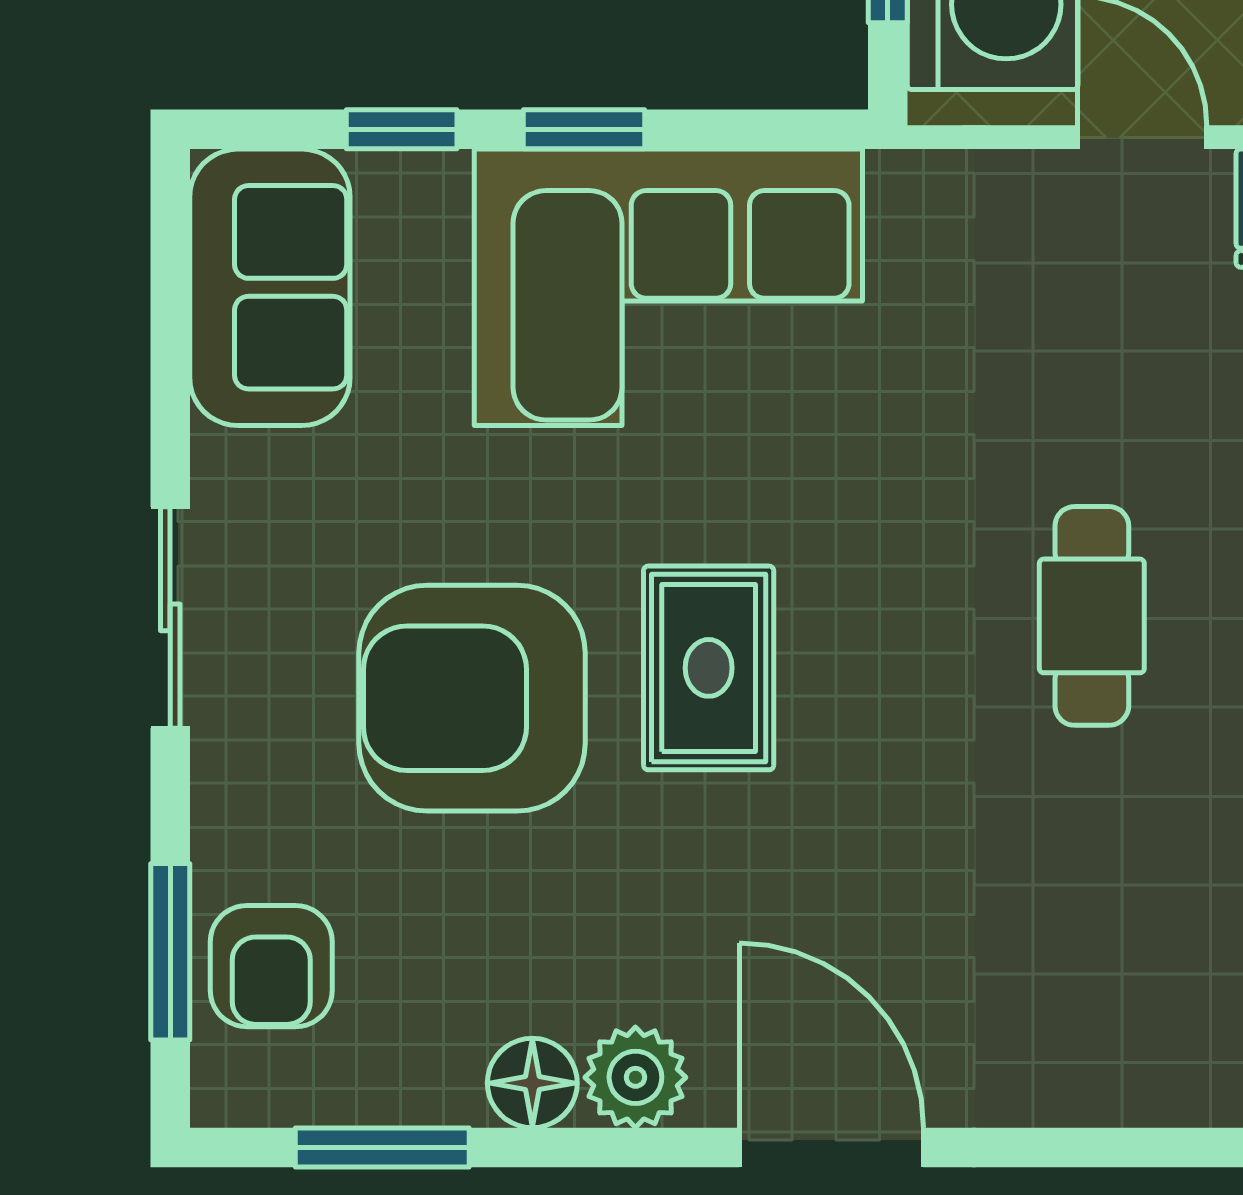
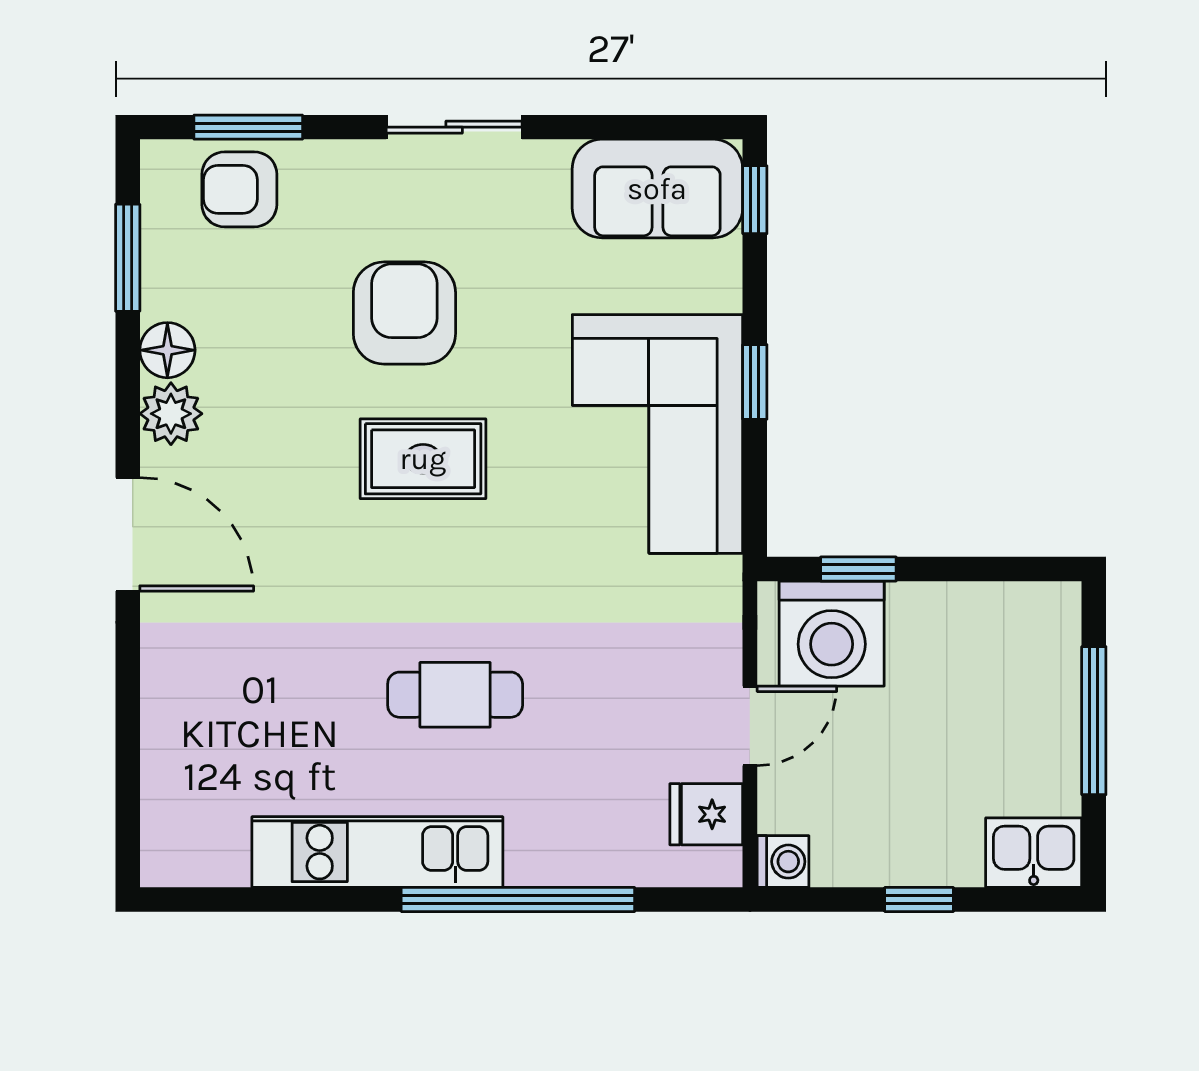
window: (402, 129) -> (755, 200), moved
armchair: (472, 698) -> (404, 313), width x0.73, depth x0.73
door: (831, 1147) -> (128, 534), hinge flipped

